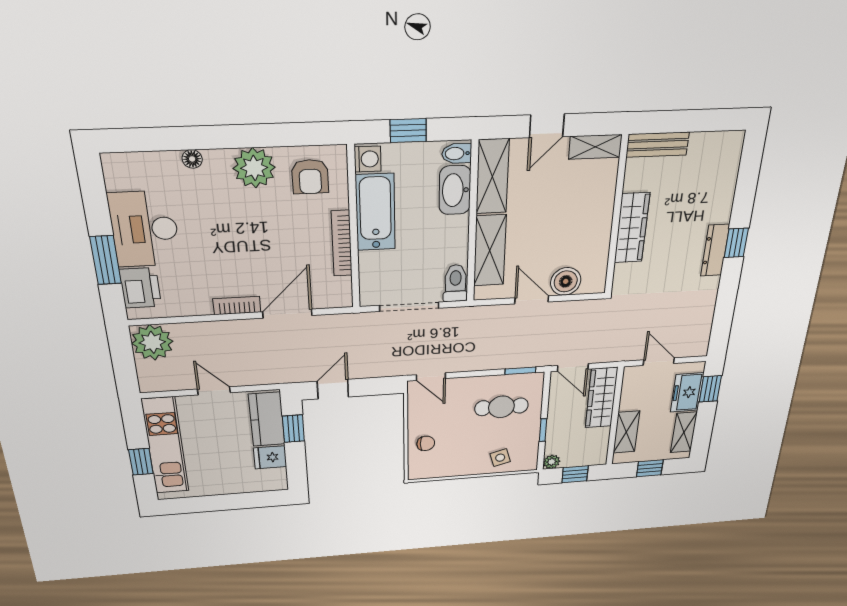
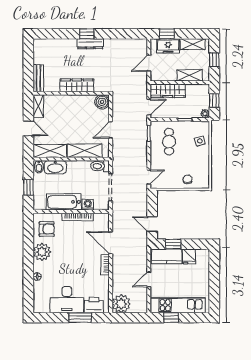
washing machine: (368, 159) -> (88, 205), moved
boiler: (566, 281) -> (102, 102), moved
window: (141, 462) -> (171, 318), moved

